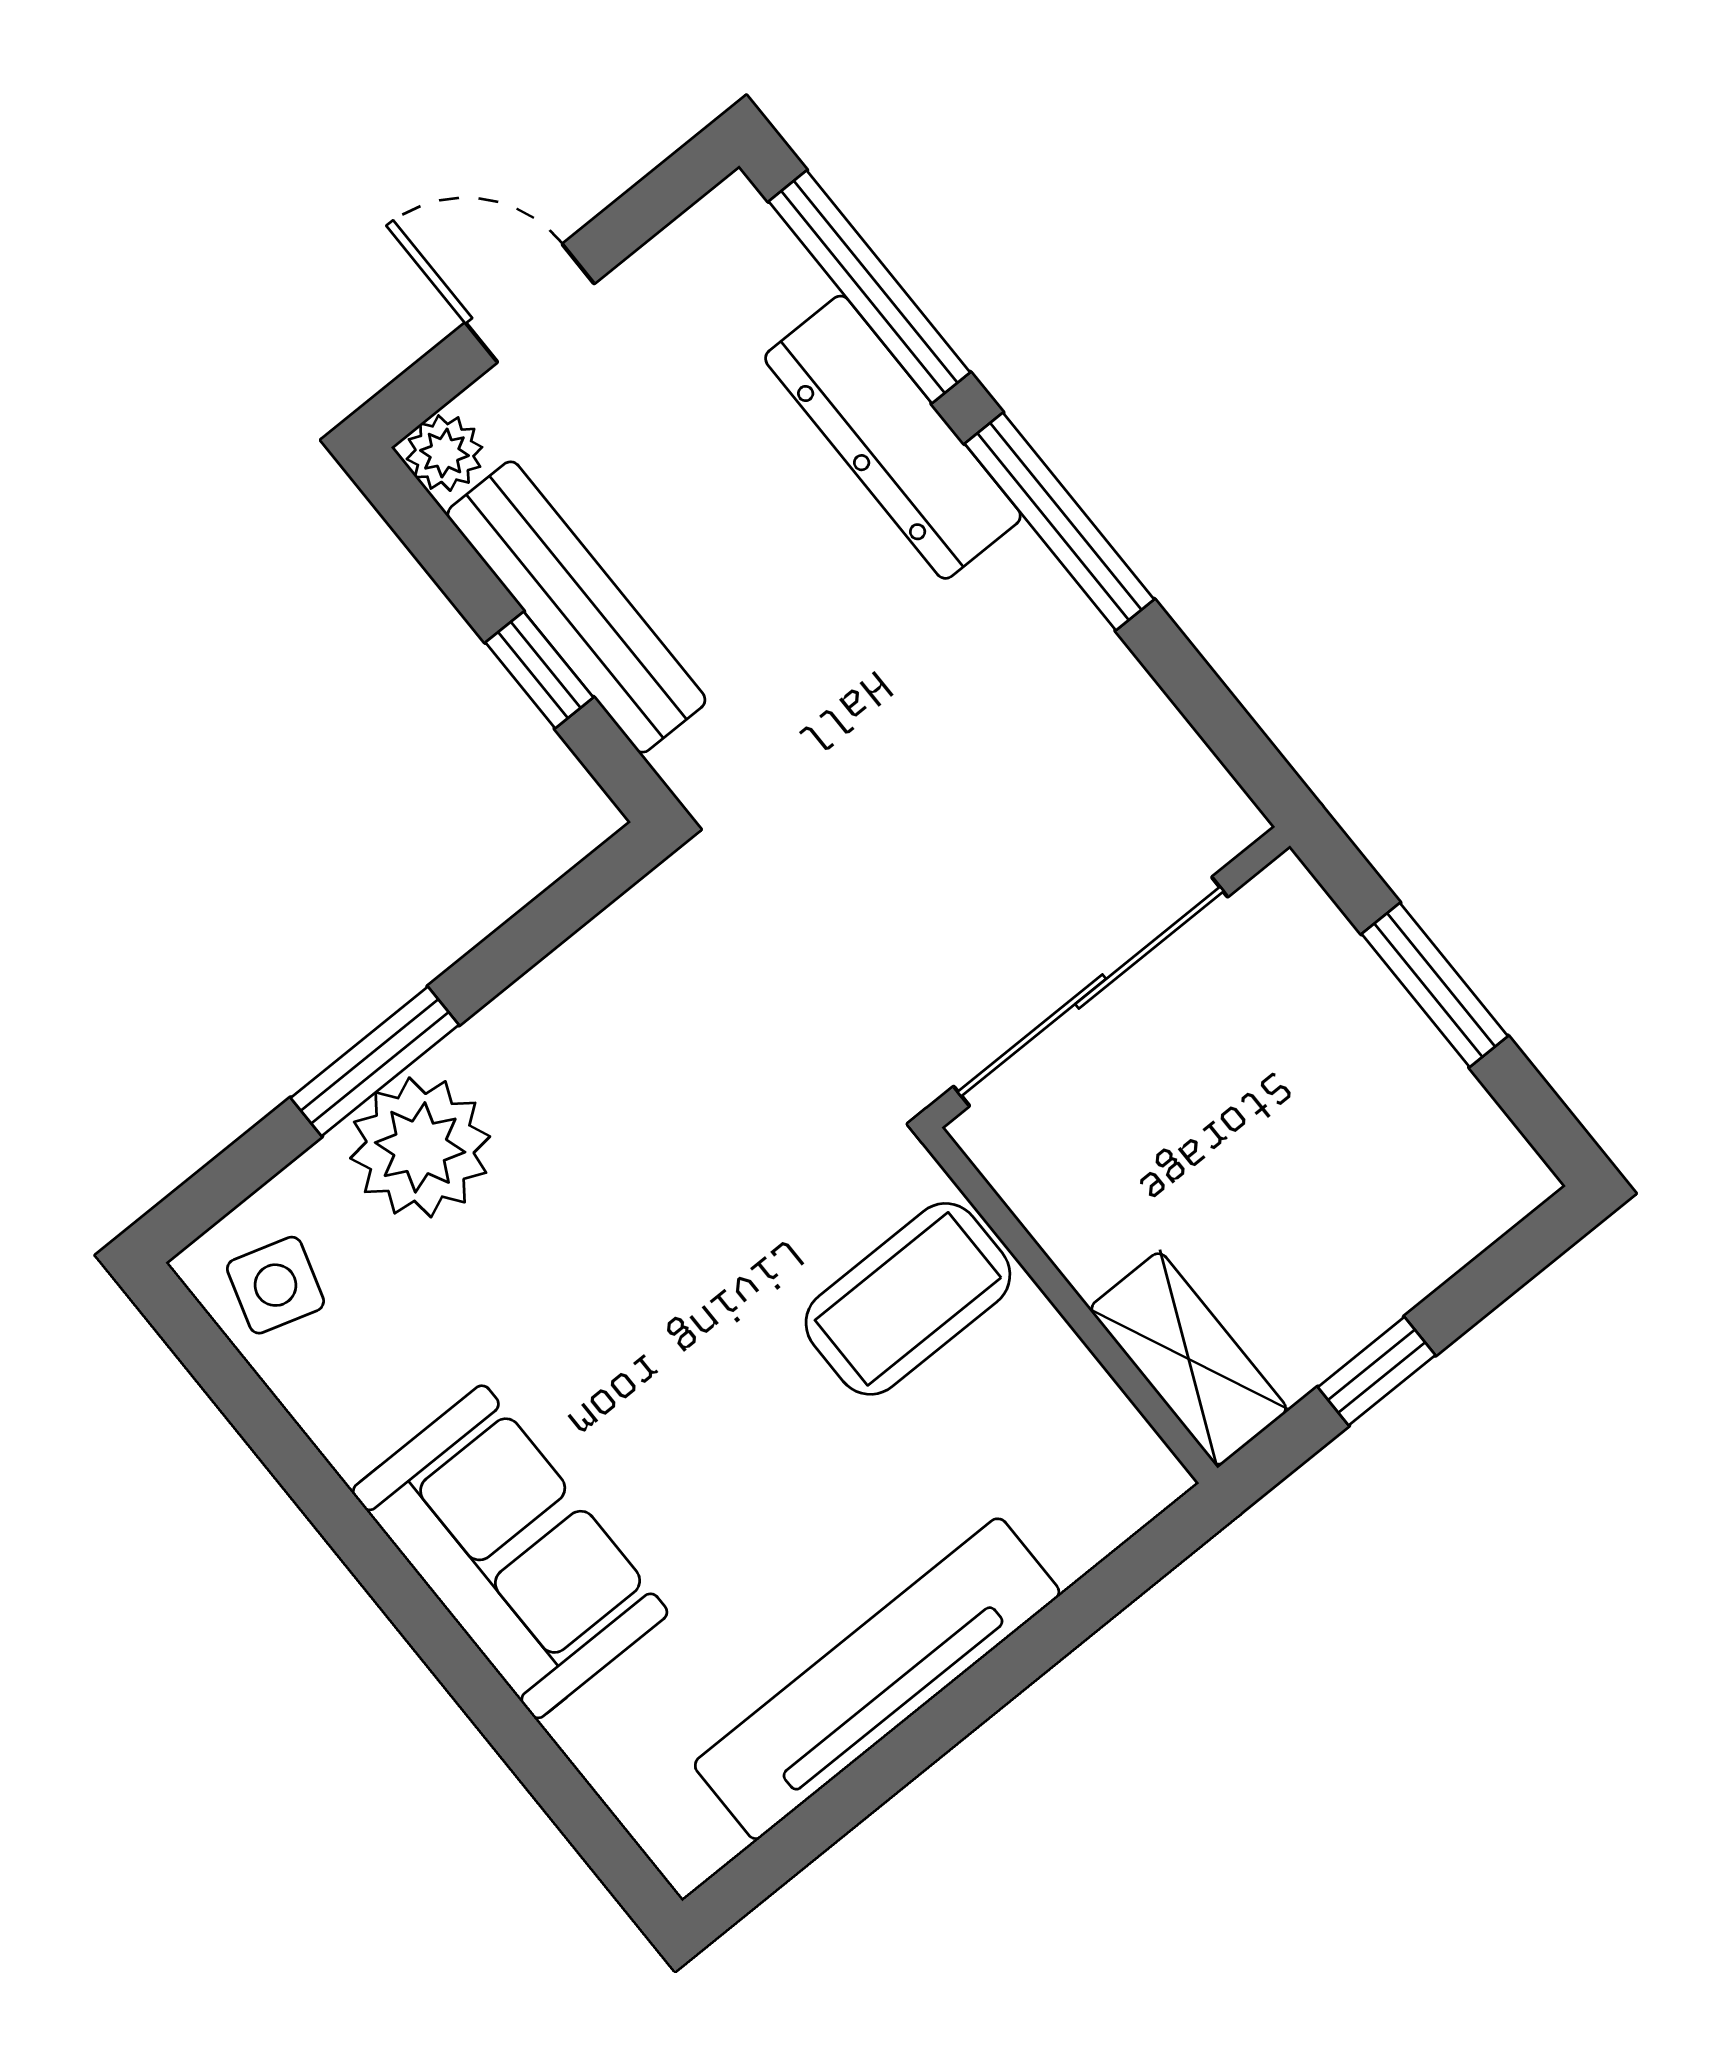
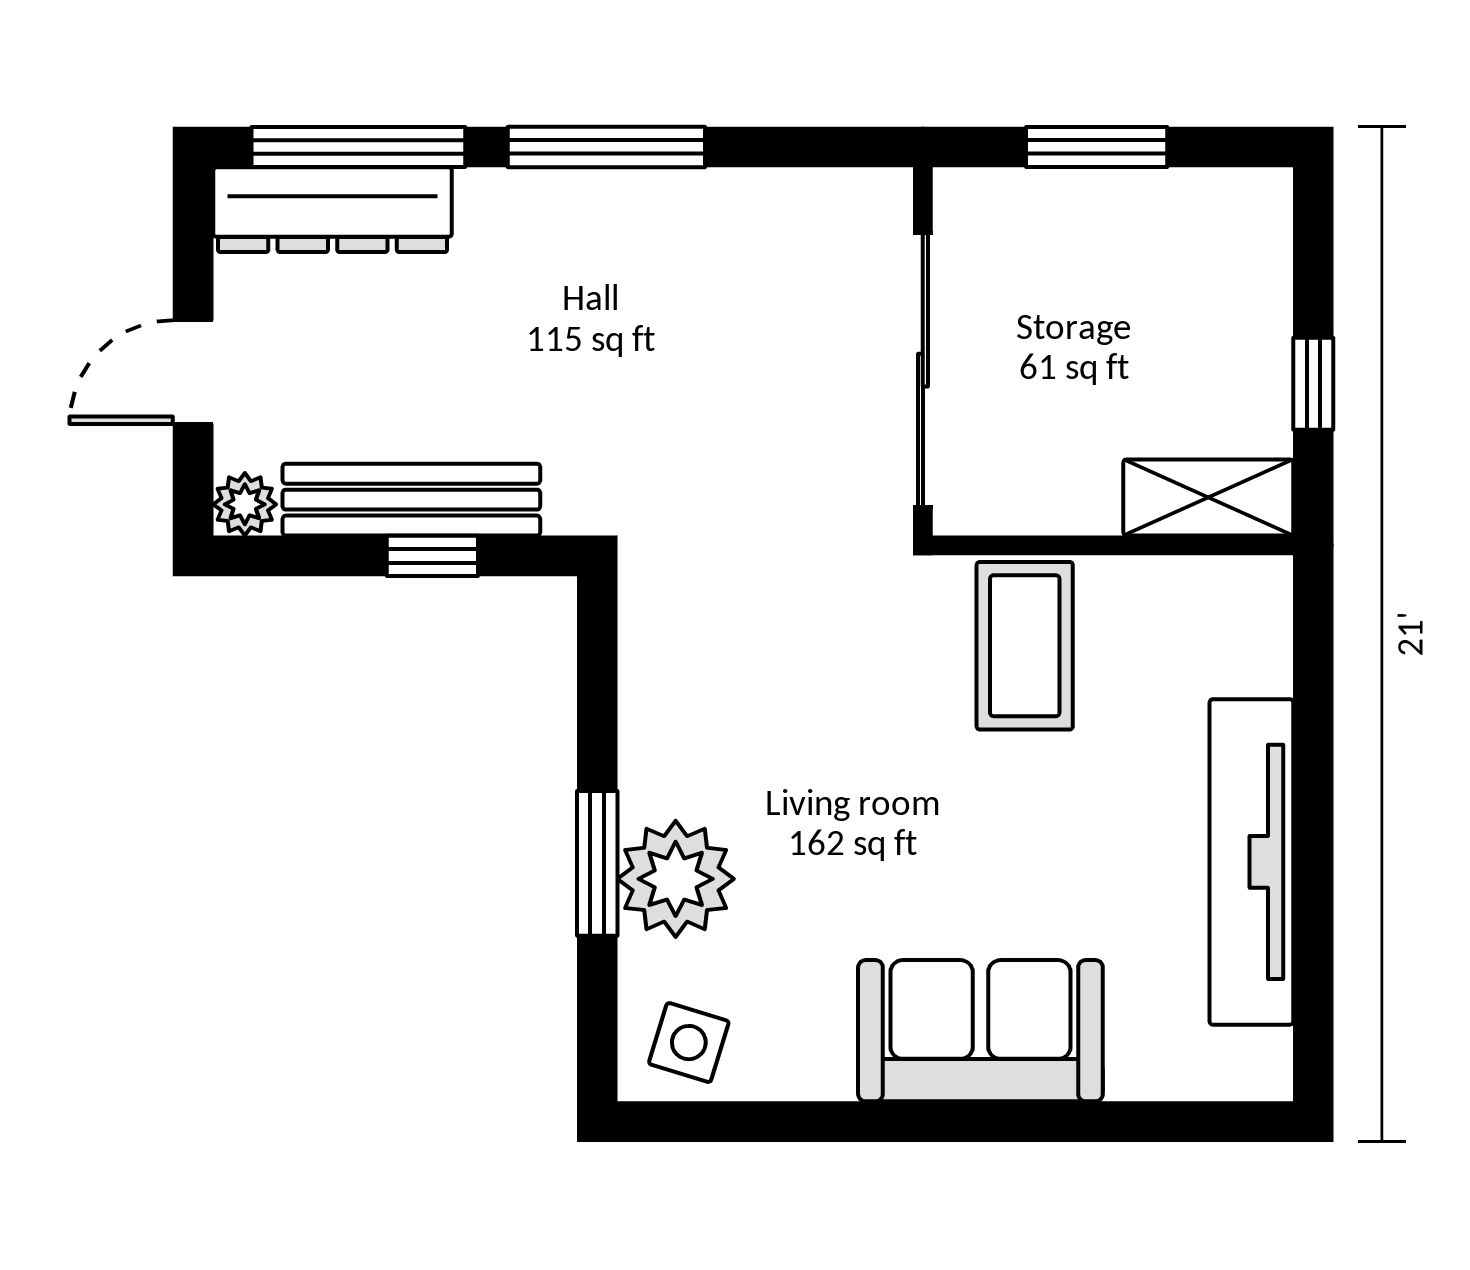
dresser: (893, 437) -> (333, 210), moved

